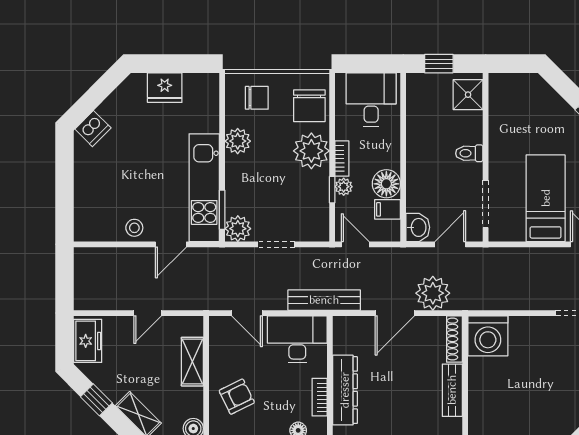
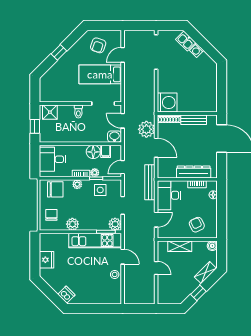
plant: (311, 151) -> (77, 184), width x0.53, depth x0.53
side table: (308, 198) -> (100, 190), added
freezer: (88, 341) -> (170, 297), removed

